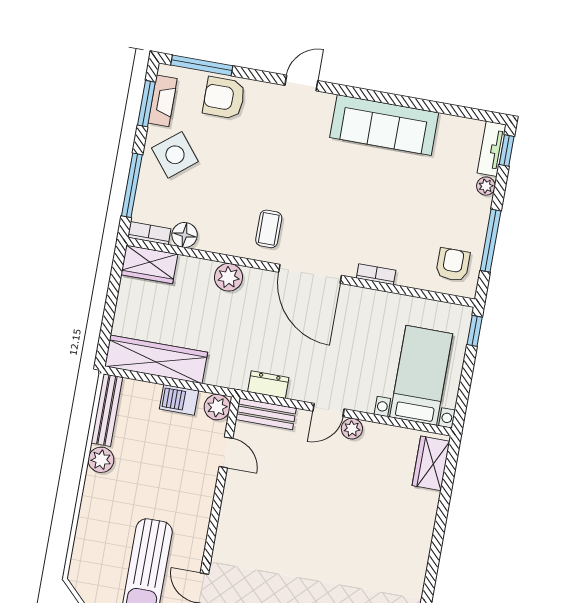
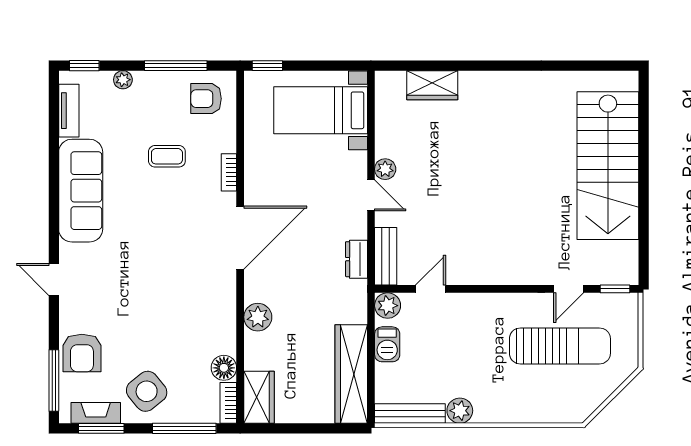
tv unit: (492, 149) -> (69, 111), moved, turned -90
coffee table: (269, 229) -> (167, 156), moved
wardrobe: (431, 463) -> (432, 85), moved

